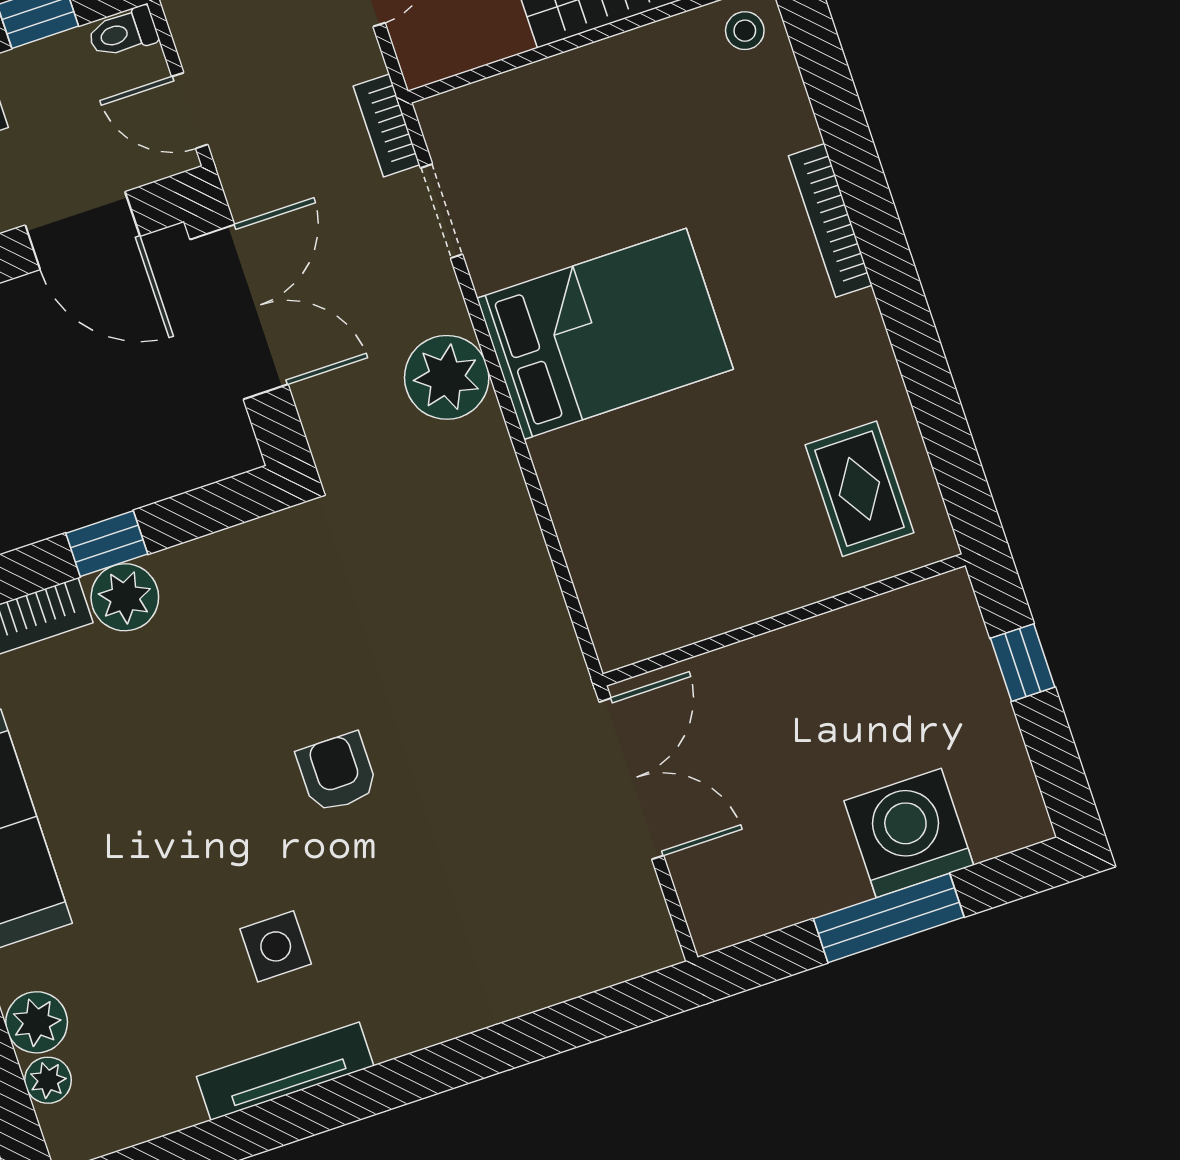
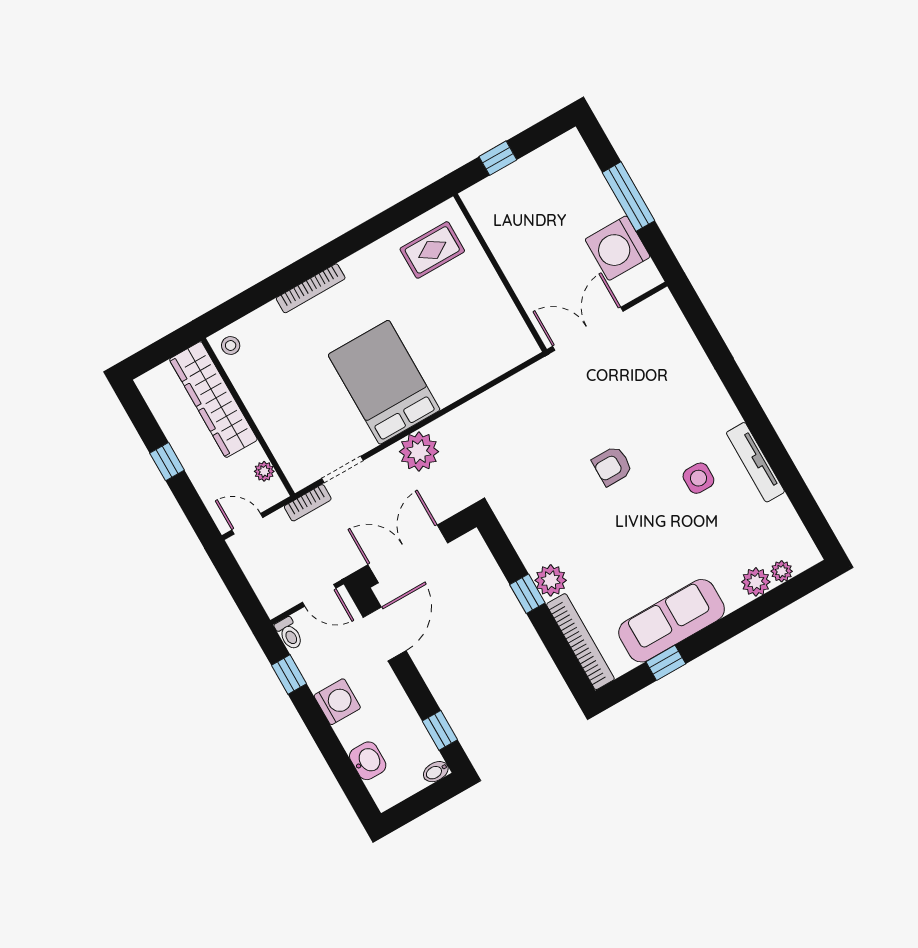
plant: (470, 48) -> (264, 471), added
door: (190, 111) -> (319, 595), hinge flipped
washing machine: (909, 833) -> (618, 248), moved

